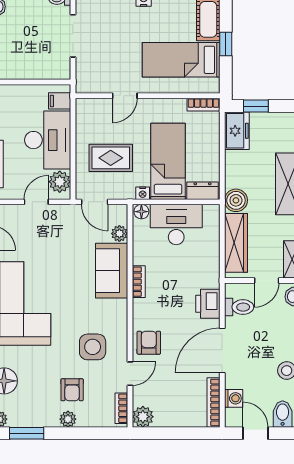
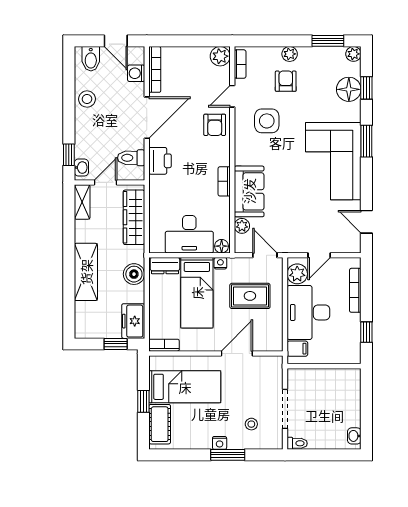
stool: (109, 20) -> (251, 424), added
door: (125, 96) -> (237, 353), width x1.38
boiler: (236, 200) -> (134, 274), moved

